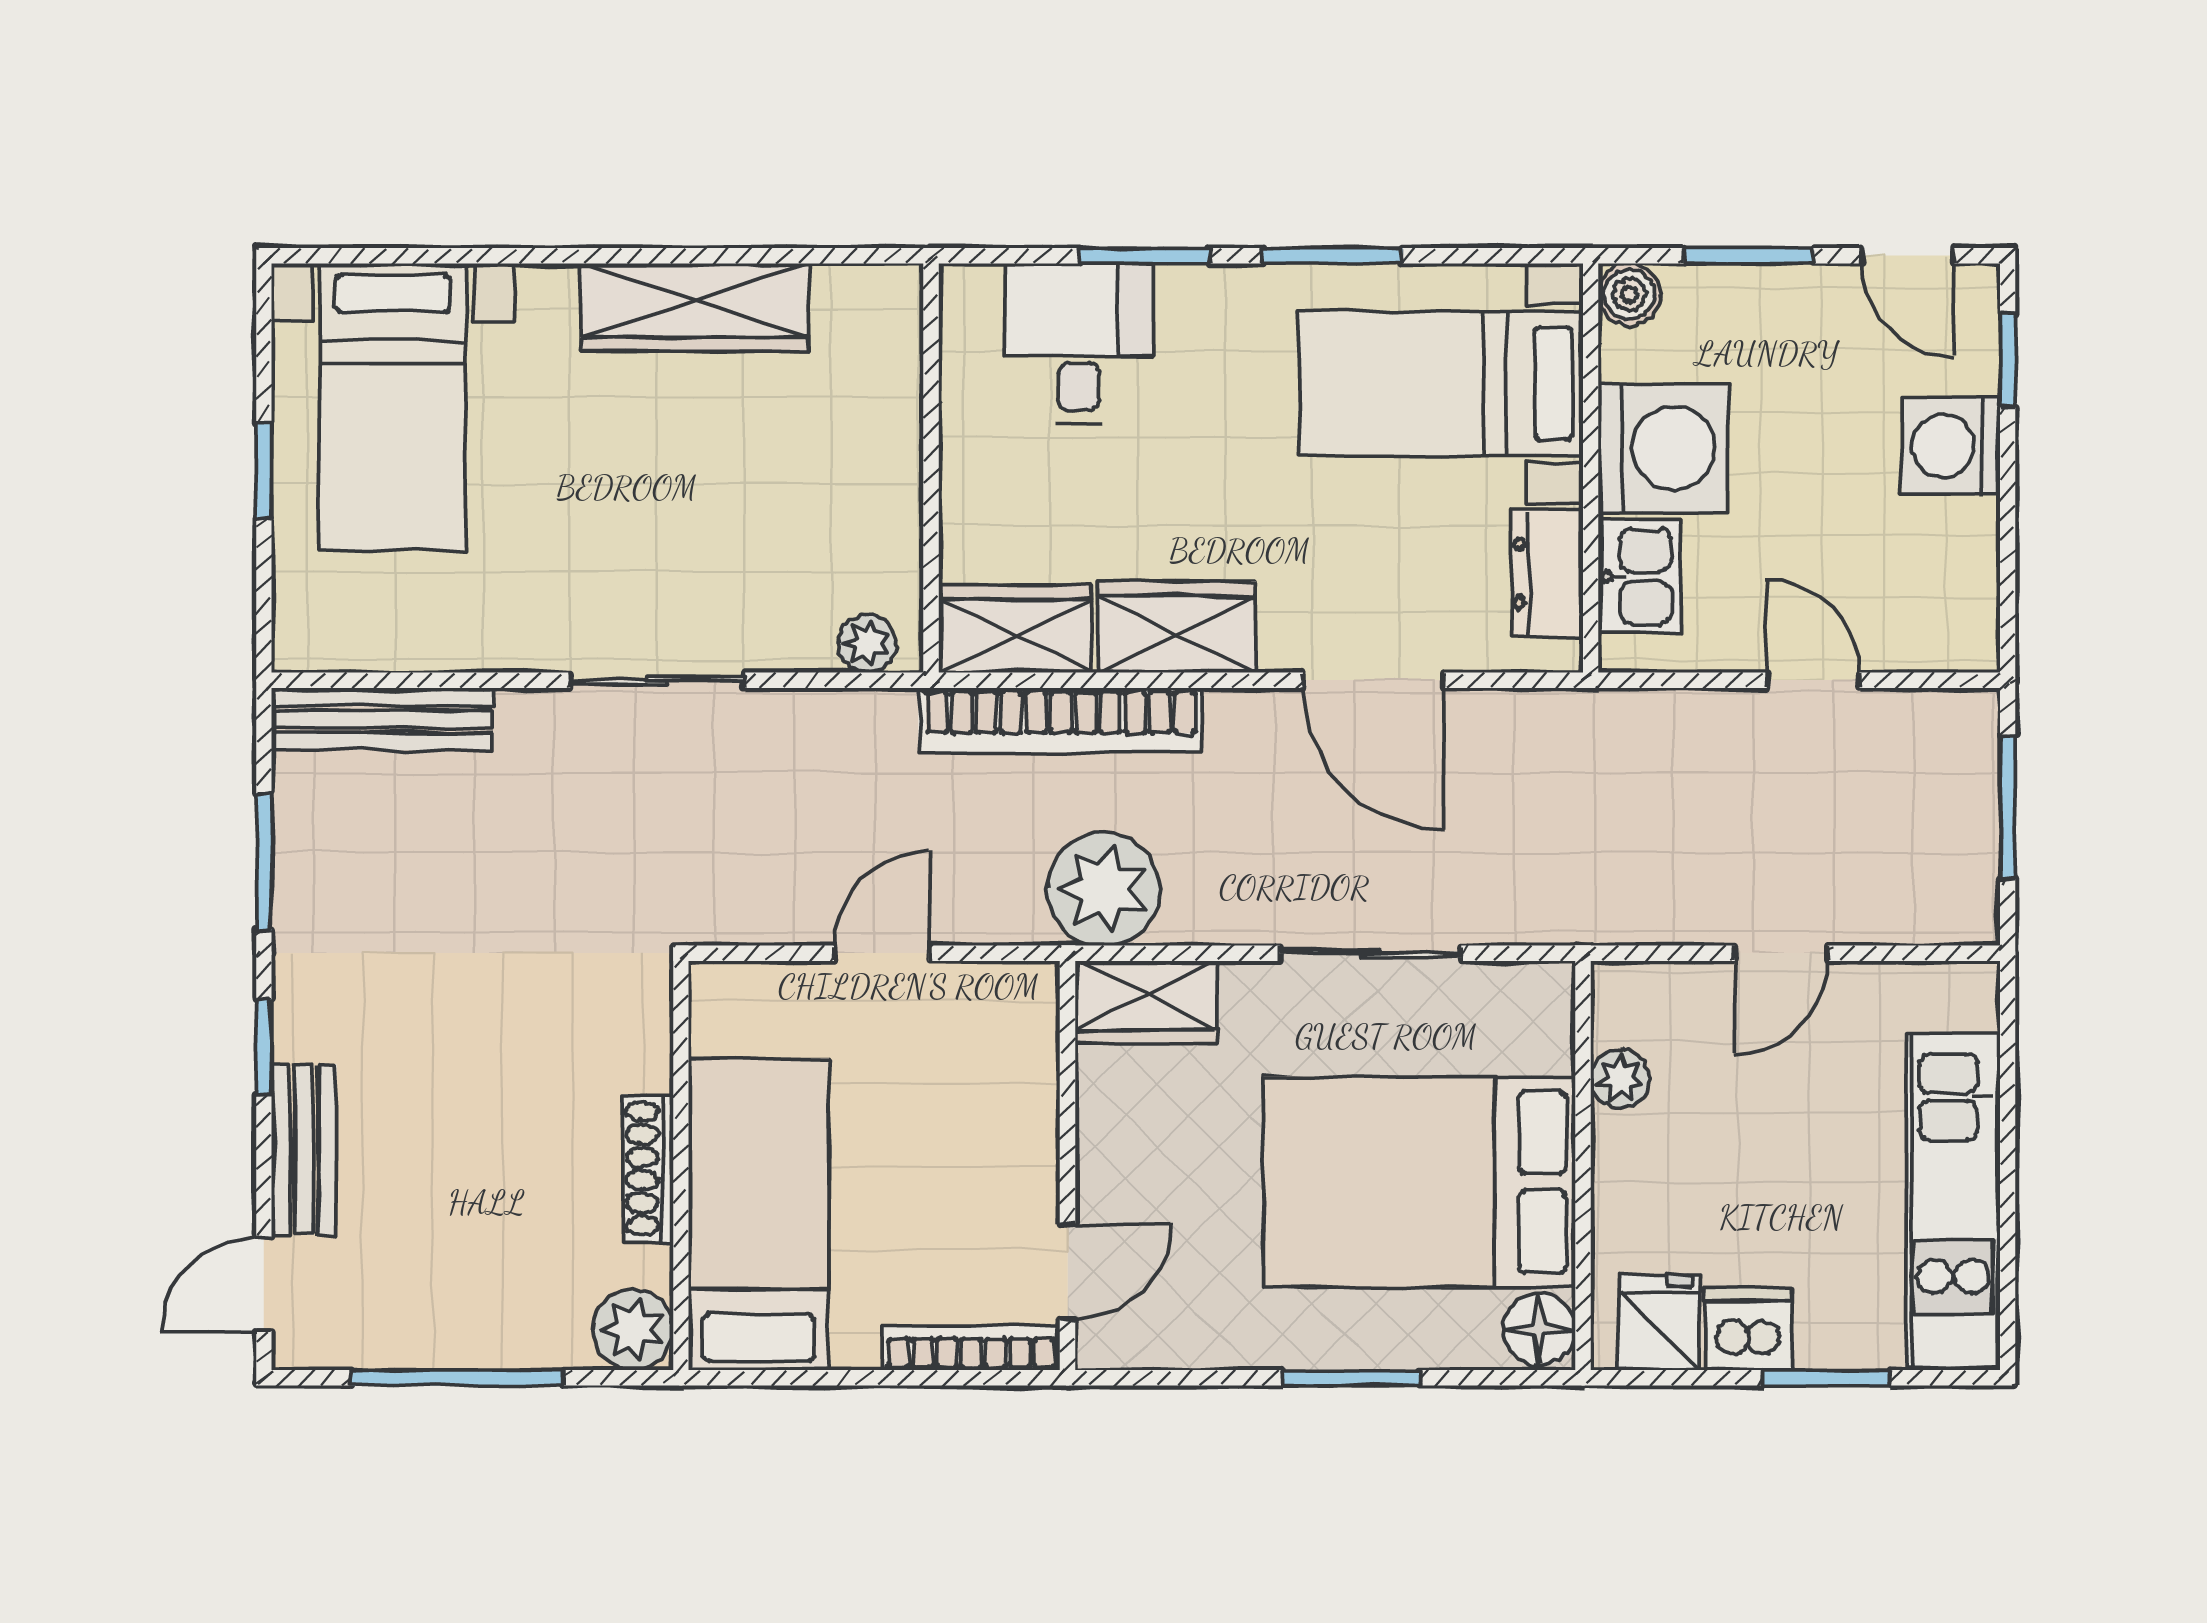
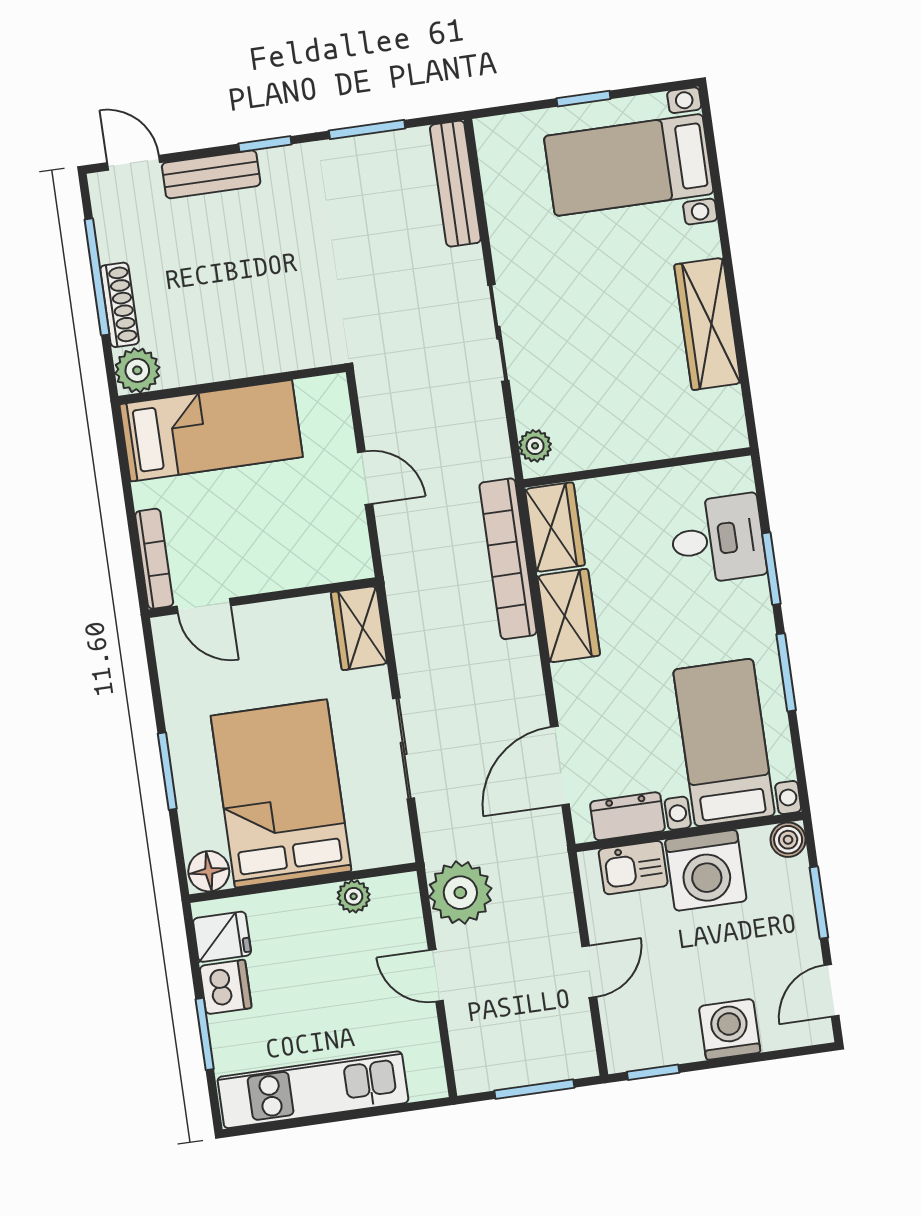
window: (2008, 361) -> (653, 1072), moved
door: (1374, 680) -> (560, 766), moved
plant: (1104, 889) -> (460, 893), moved
shoe rack: (648, 1169) -> (119, 305), moved, turned 90

